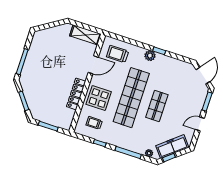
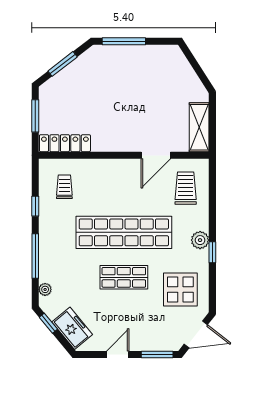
door: (93, 65) -> (156, 155), hinge flipped
locker: (76, 94) -> (65, 143), moved
display table: (99, 98) -> (180, 289), moved
door: (200, 124) -> (118, 354), hinge flipped
freezer: (172, 147) -> (72, 328), width x0.71

